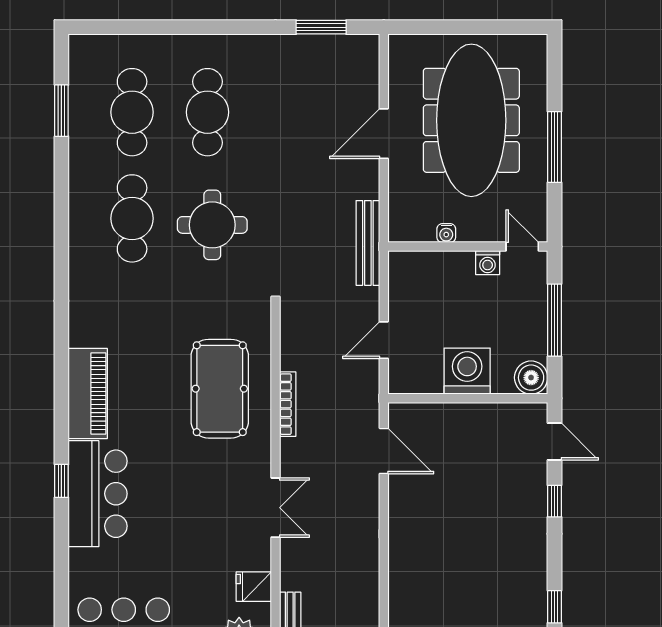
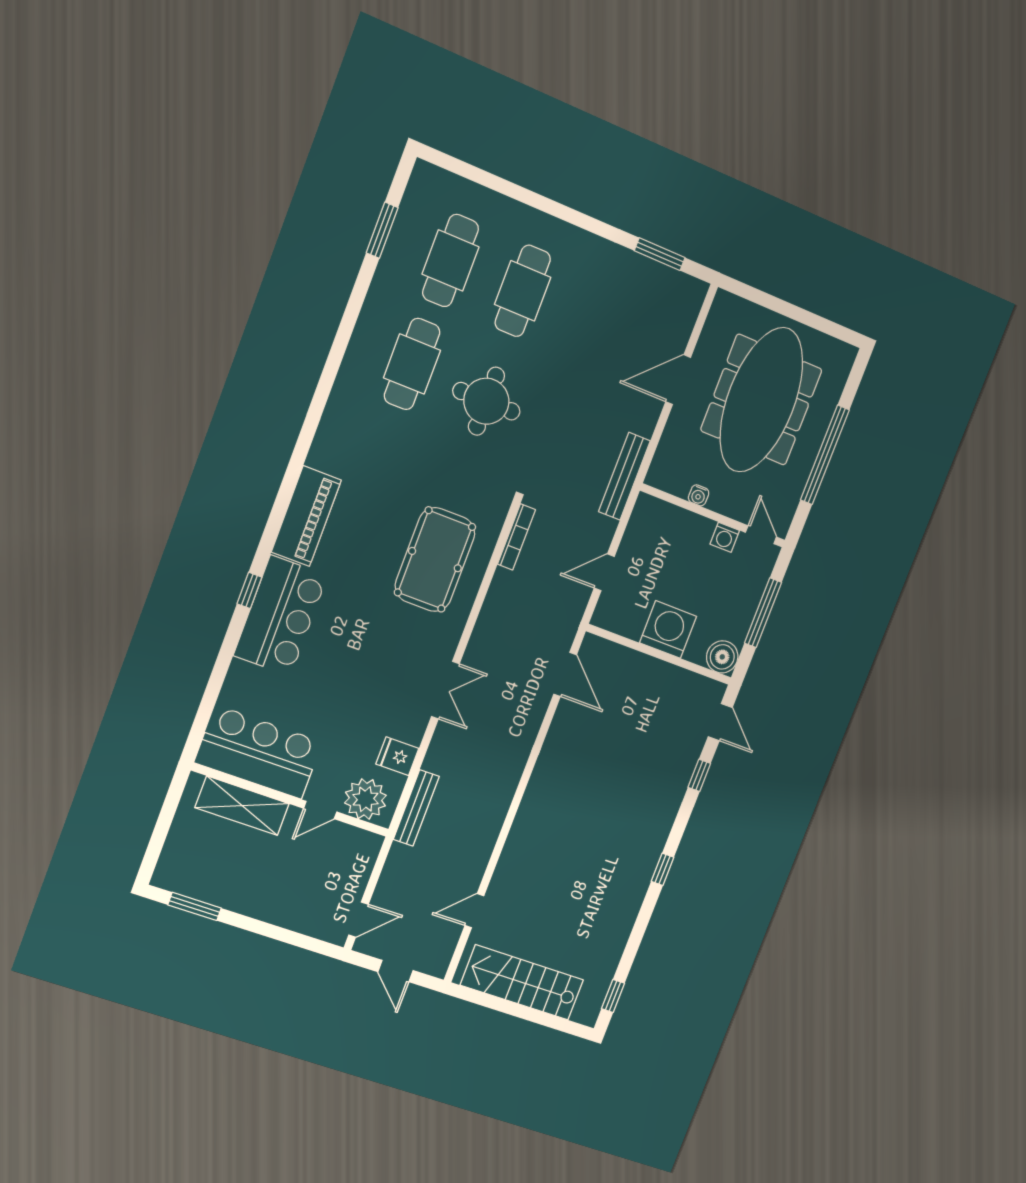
window: (554, 147) -> (825, 455), width x1.46
bookcase: (288, 404) -> (516, 537), moved

